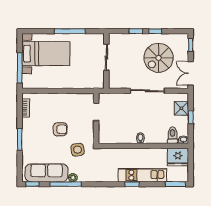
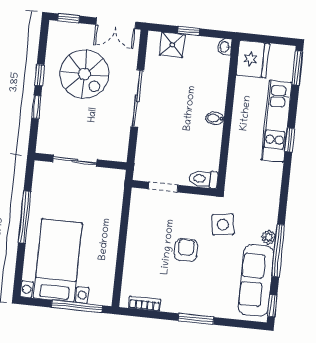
toilet: (173, 135) -> (203, 179), moved

